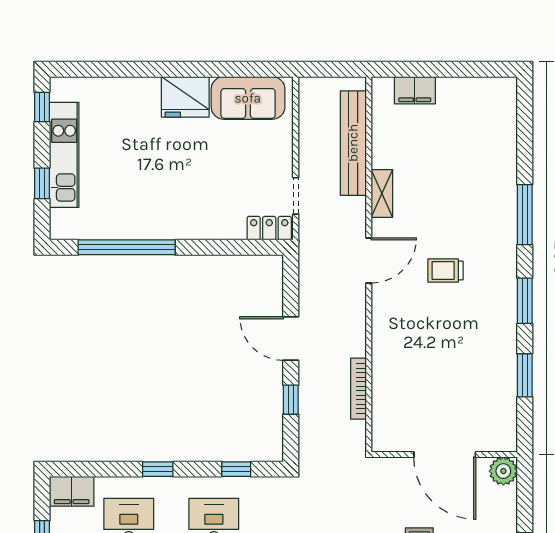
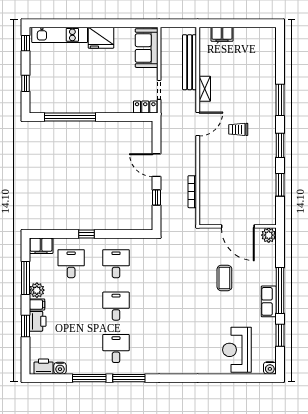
sofa: (248, 98) -> (147, 48), moved, turned 90
kitchen unit: (64, 155) -> (60, 35), moved, turned 90
window: (236, 469) -> (128, 234), removed

